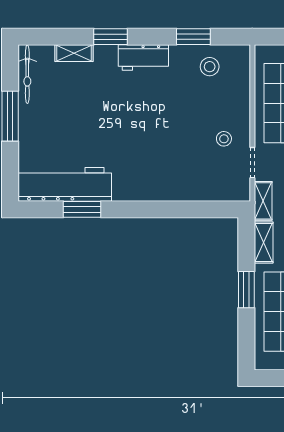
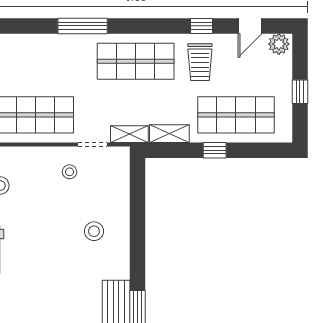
stool: (162, 164) -> (94, 231), added
window: (246, 290) -> (215, 150), width x0.67

